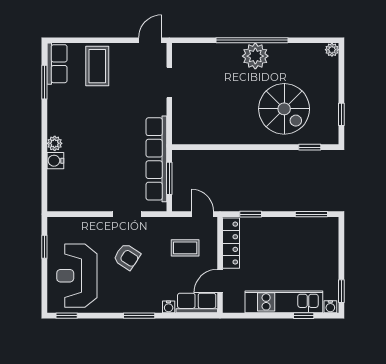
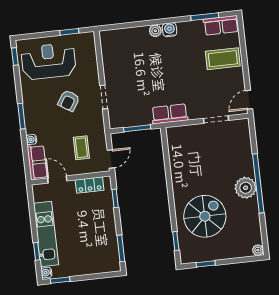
door: (150, 40) -> (249, 100), swing flipped
spiral stairs: (284, 109) -> (205, 216), turned 180
row of seats: (156, 159) -> (170, 114), width x0.50
water cooler: (55, 161) -> (170, 30), moved
locker: (231, 243) -> (90, 185), width x0.66

